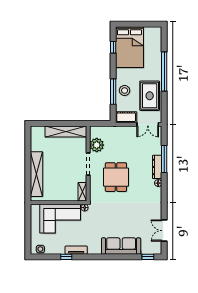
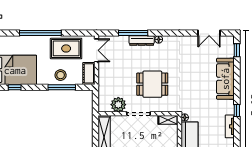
window: (66, 257) -> (237, 110), moved

